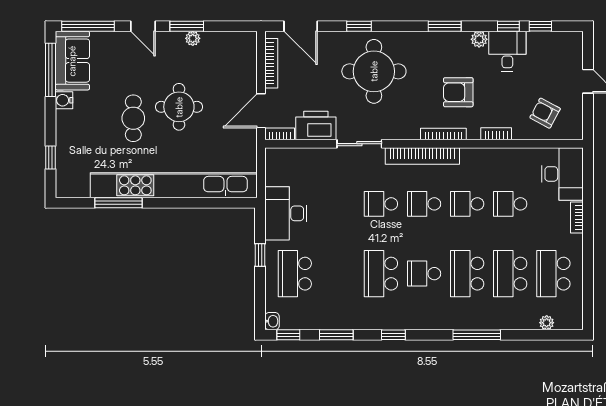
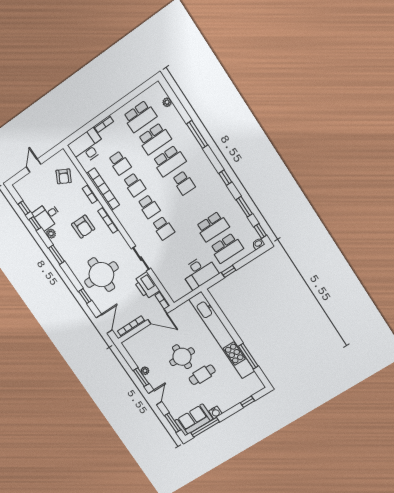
window: (88, 26) -> (173, 423), width x0.69
bookcase: (422, 156) -> (103, 189), moved
school desk: (381, 274) -> (212, 227), moved

